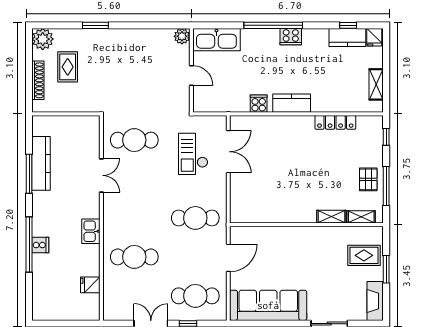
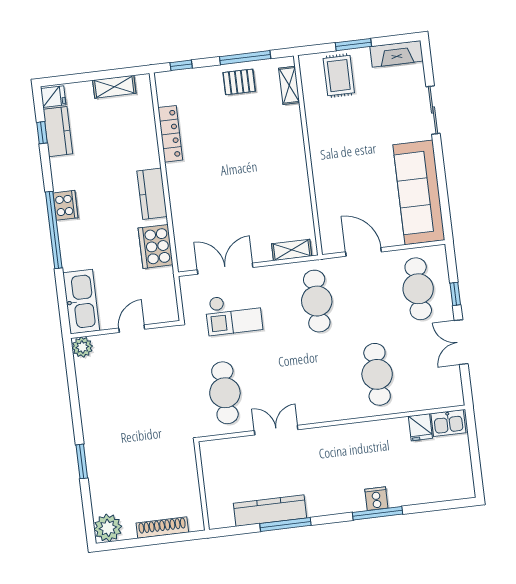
rug: (68, 67) -> (140, 491), removed
cooker: (259, 104) -> (156, 246), width x1.87, depth x1.31
shelving: (331, 217) -> (292, 250), moved, turned 90
kitchen sink: (91, 231) -> (448, 423), moved
window: (29, 245) -> (378, 513), width x0.68

